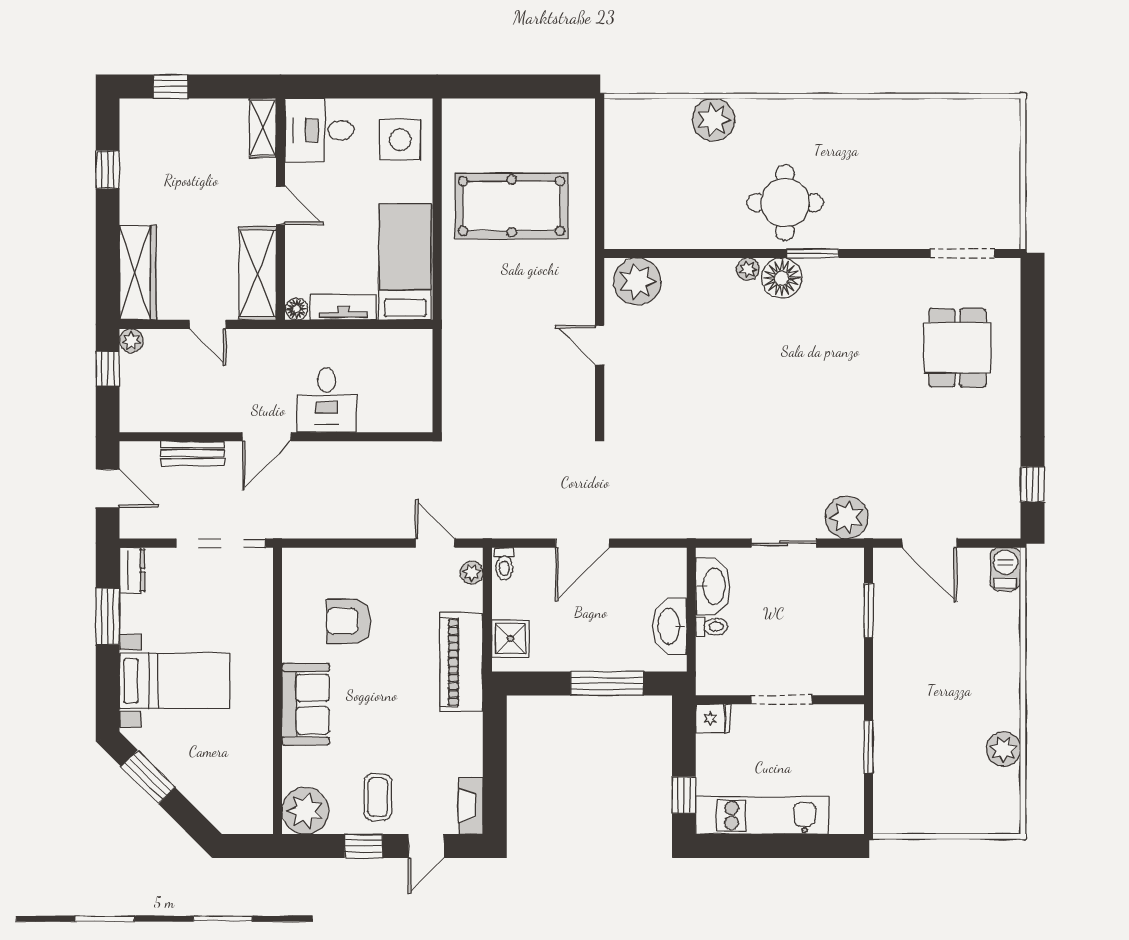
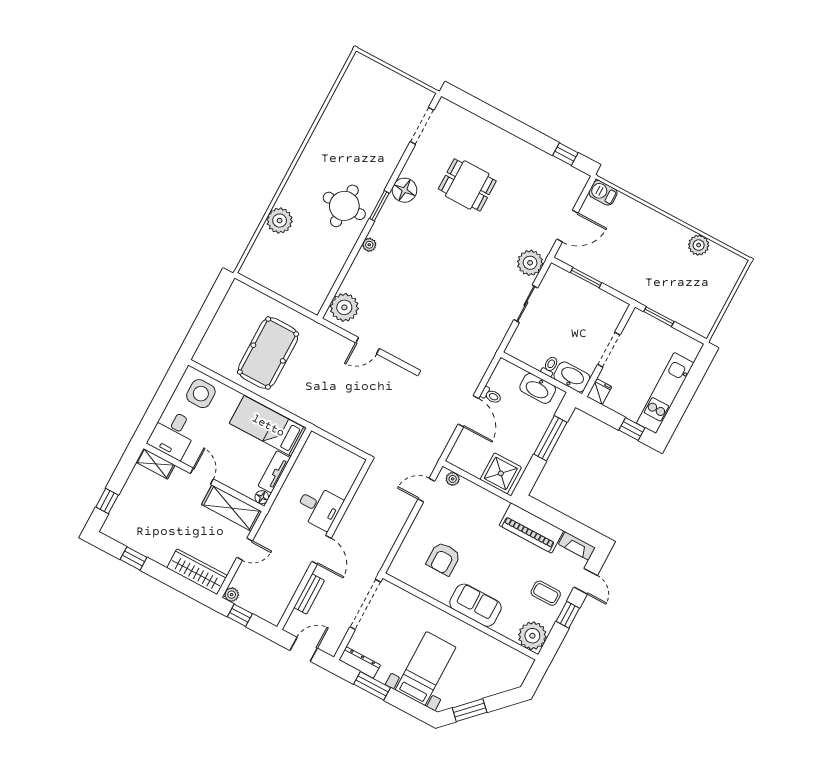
door: (280, 205) -> (202, 476), hinge flipped
floor lamp: (782, 278) -> (404, 190), moved
dining table: (957, 348) -> (467, 185), moved
toilet: (504, 564) -> (491, 395), moved
dresser: (132, 570) -> (360, 662), width x1.44
washbasin: (713, 586) -> (572, 377), moved
shower: (510, 639) -> (501, 473), width x1.36, depth x1.36
piano: (461, 662) -> (531, 528), moved

